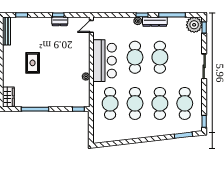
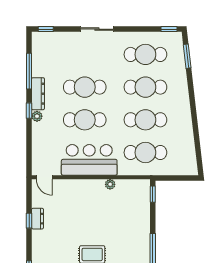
plant: (194, 25) -> (42, 42), removed

